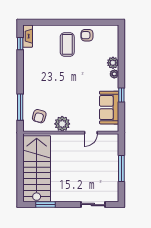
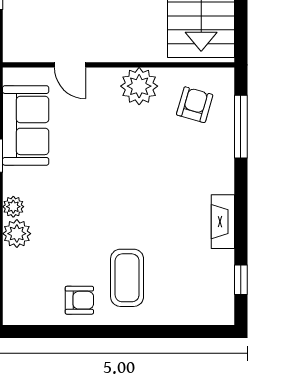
fireplace: (28, 36) -> (223, 222), moved
door: (91, 133) -> (70, 65), swing flipped

